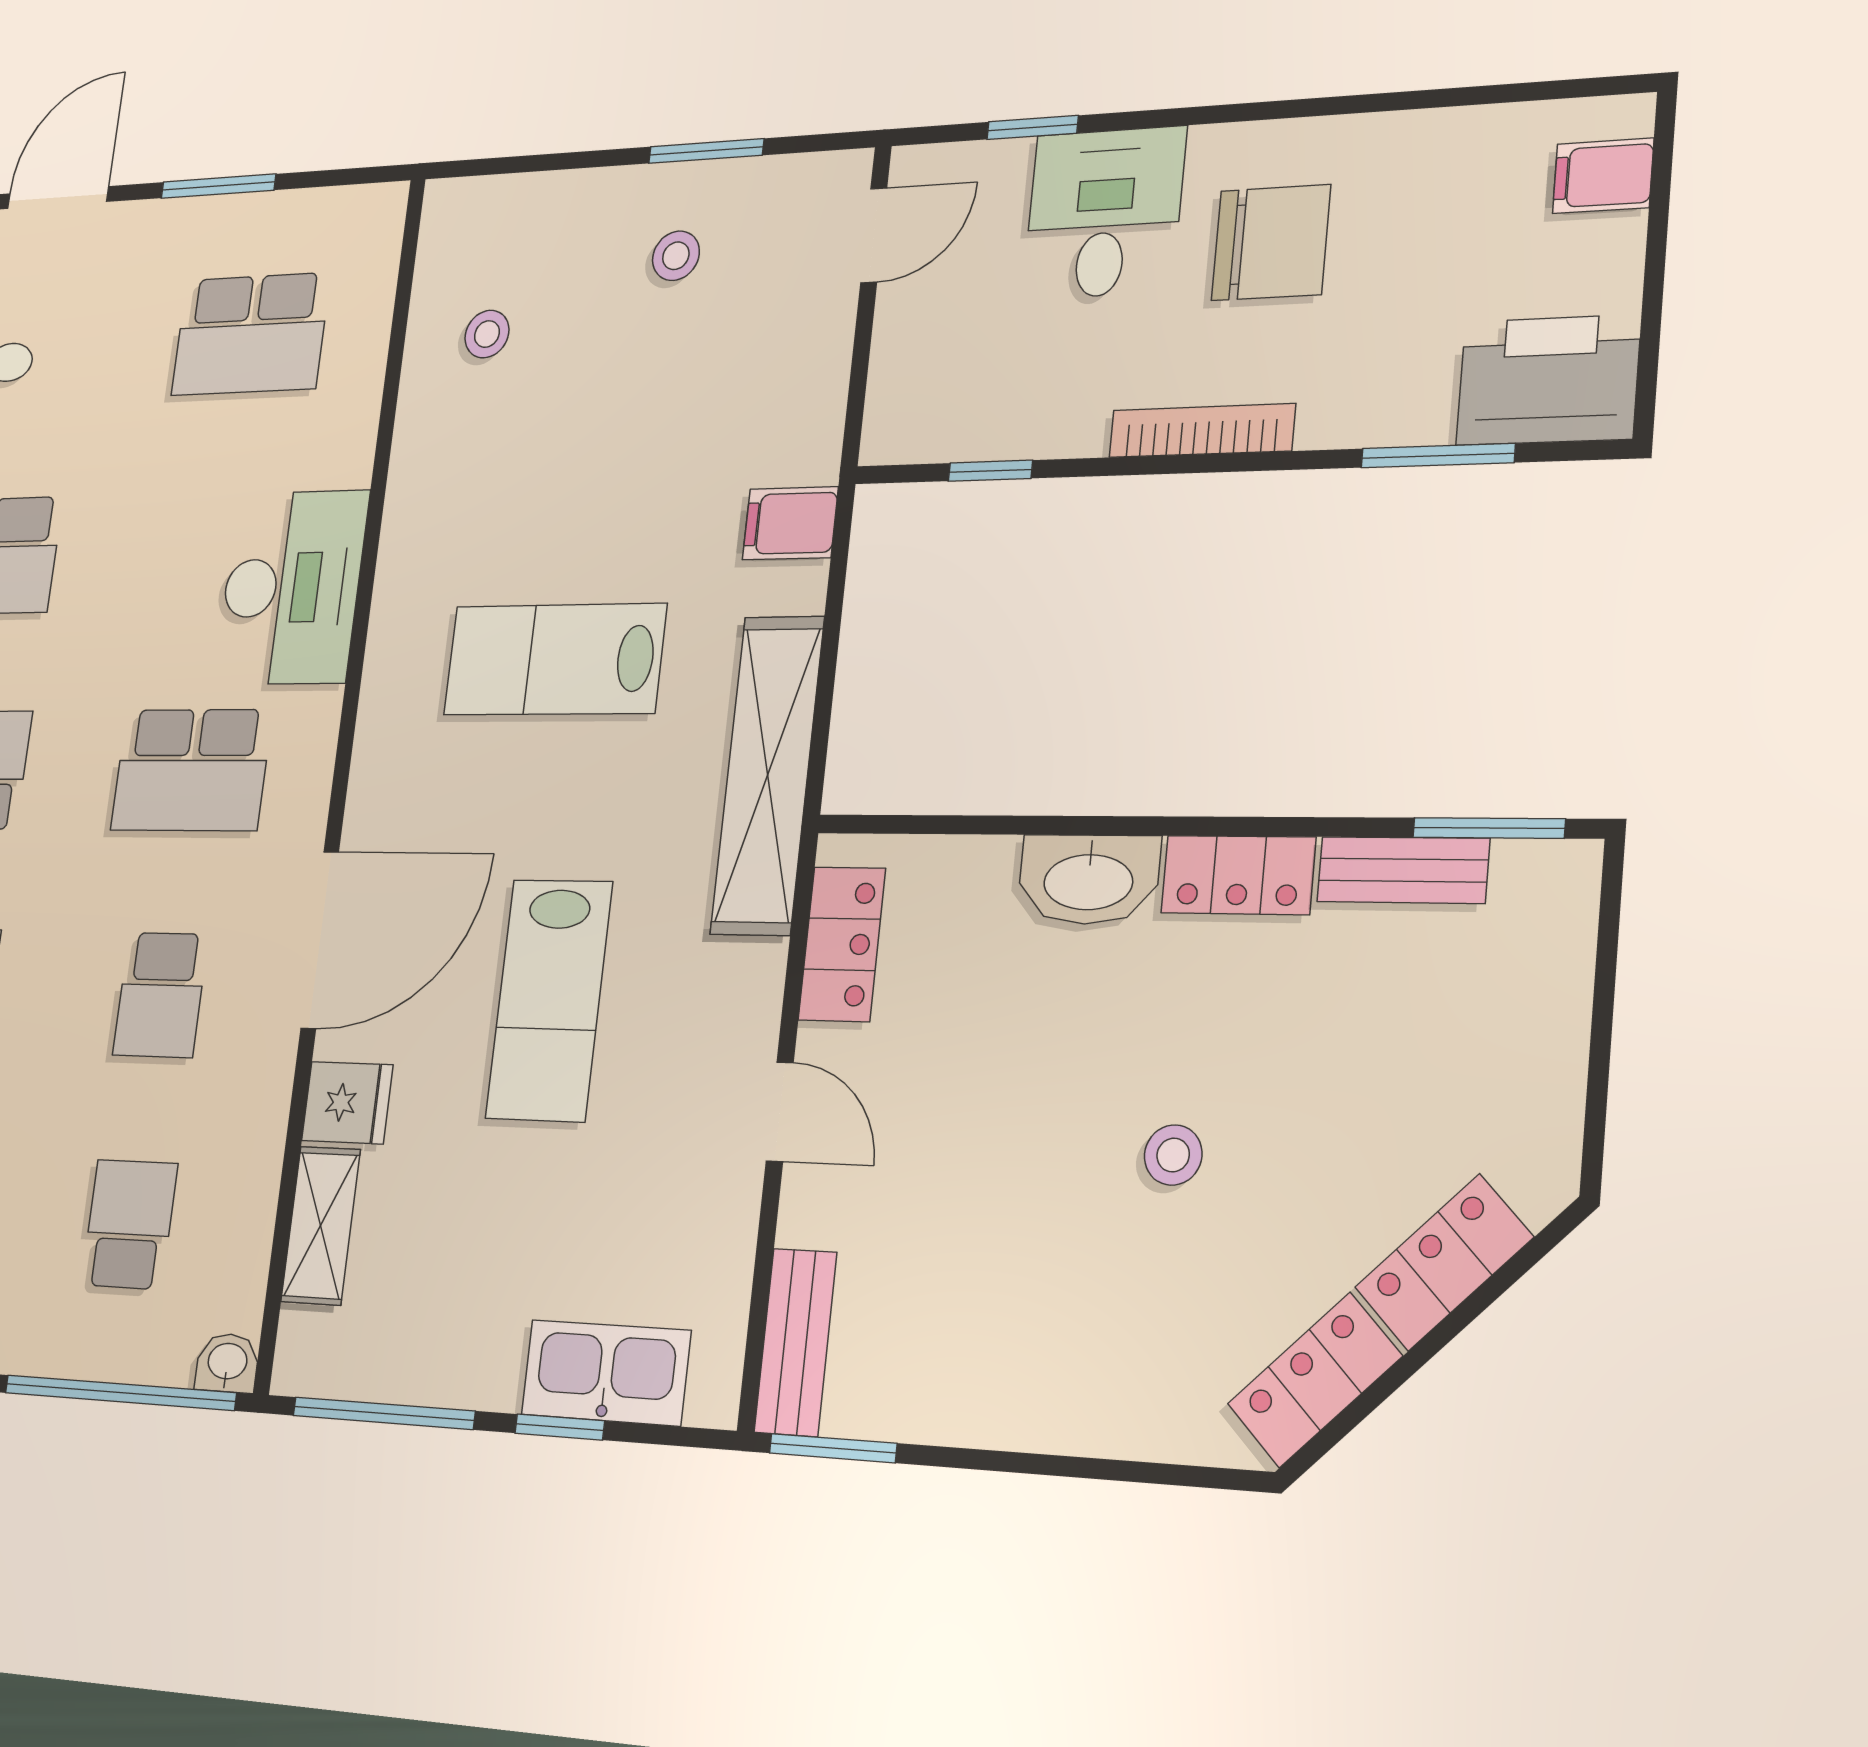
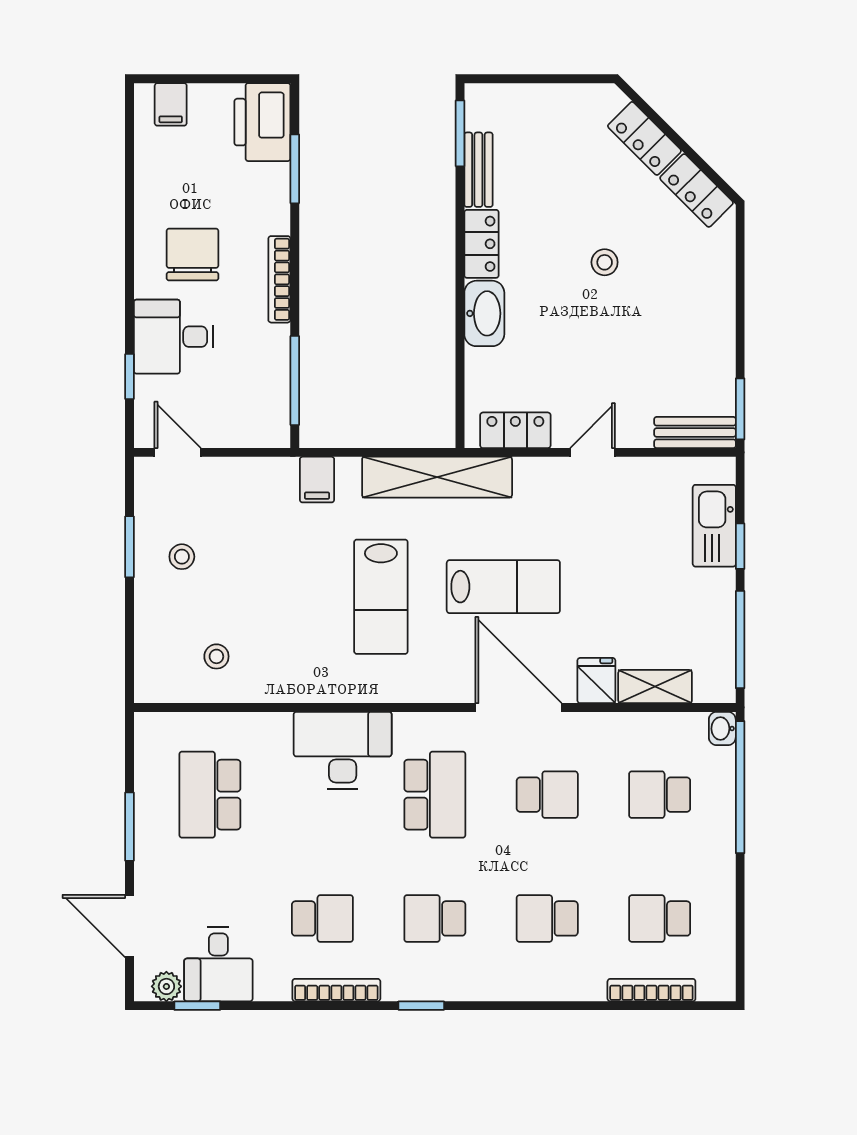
school desk: (251, 334) -> (210, 795), turned 180
window: (990, 471) -> (295, 381), width x2.17
lab bench: (549, 1000) -> (503, 587), moved

